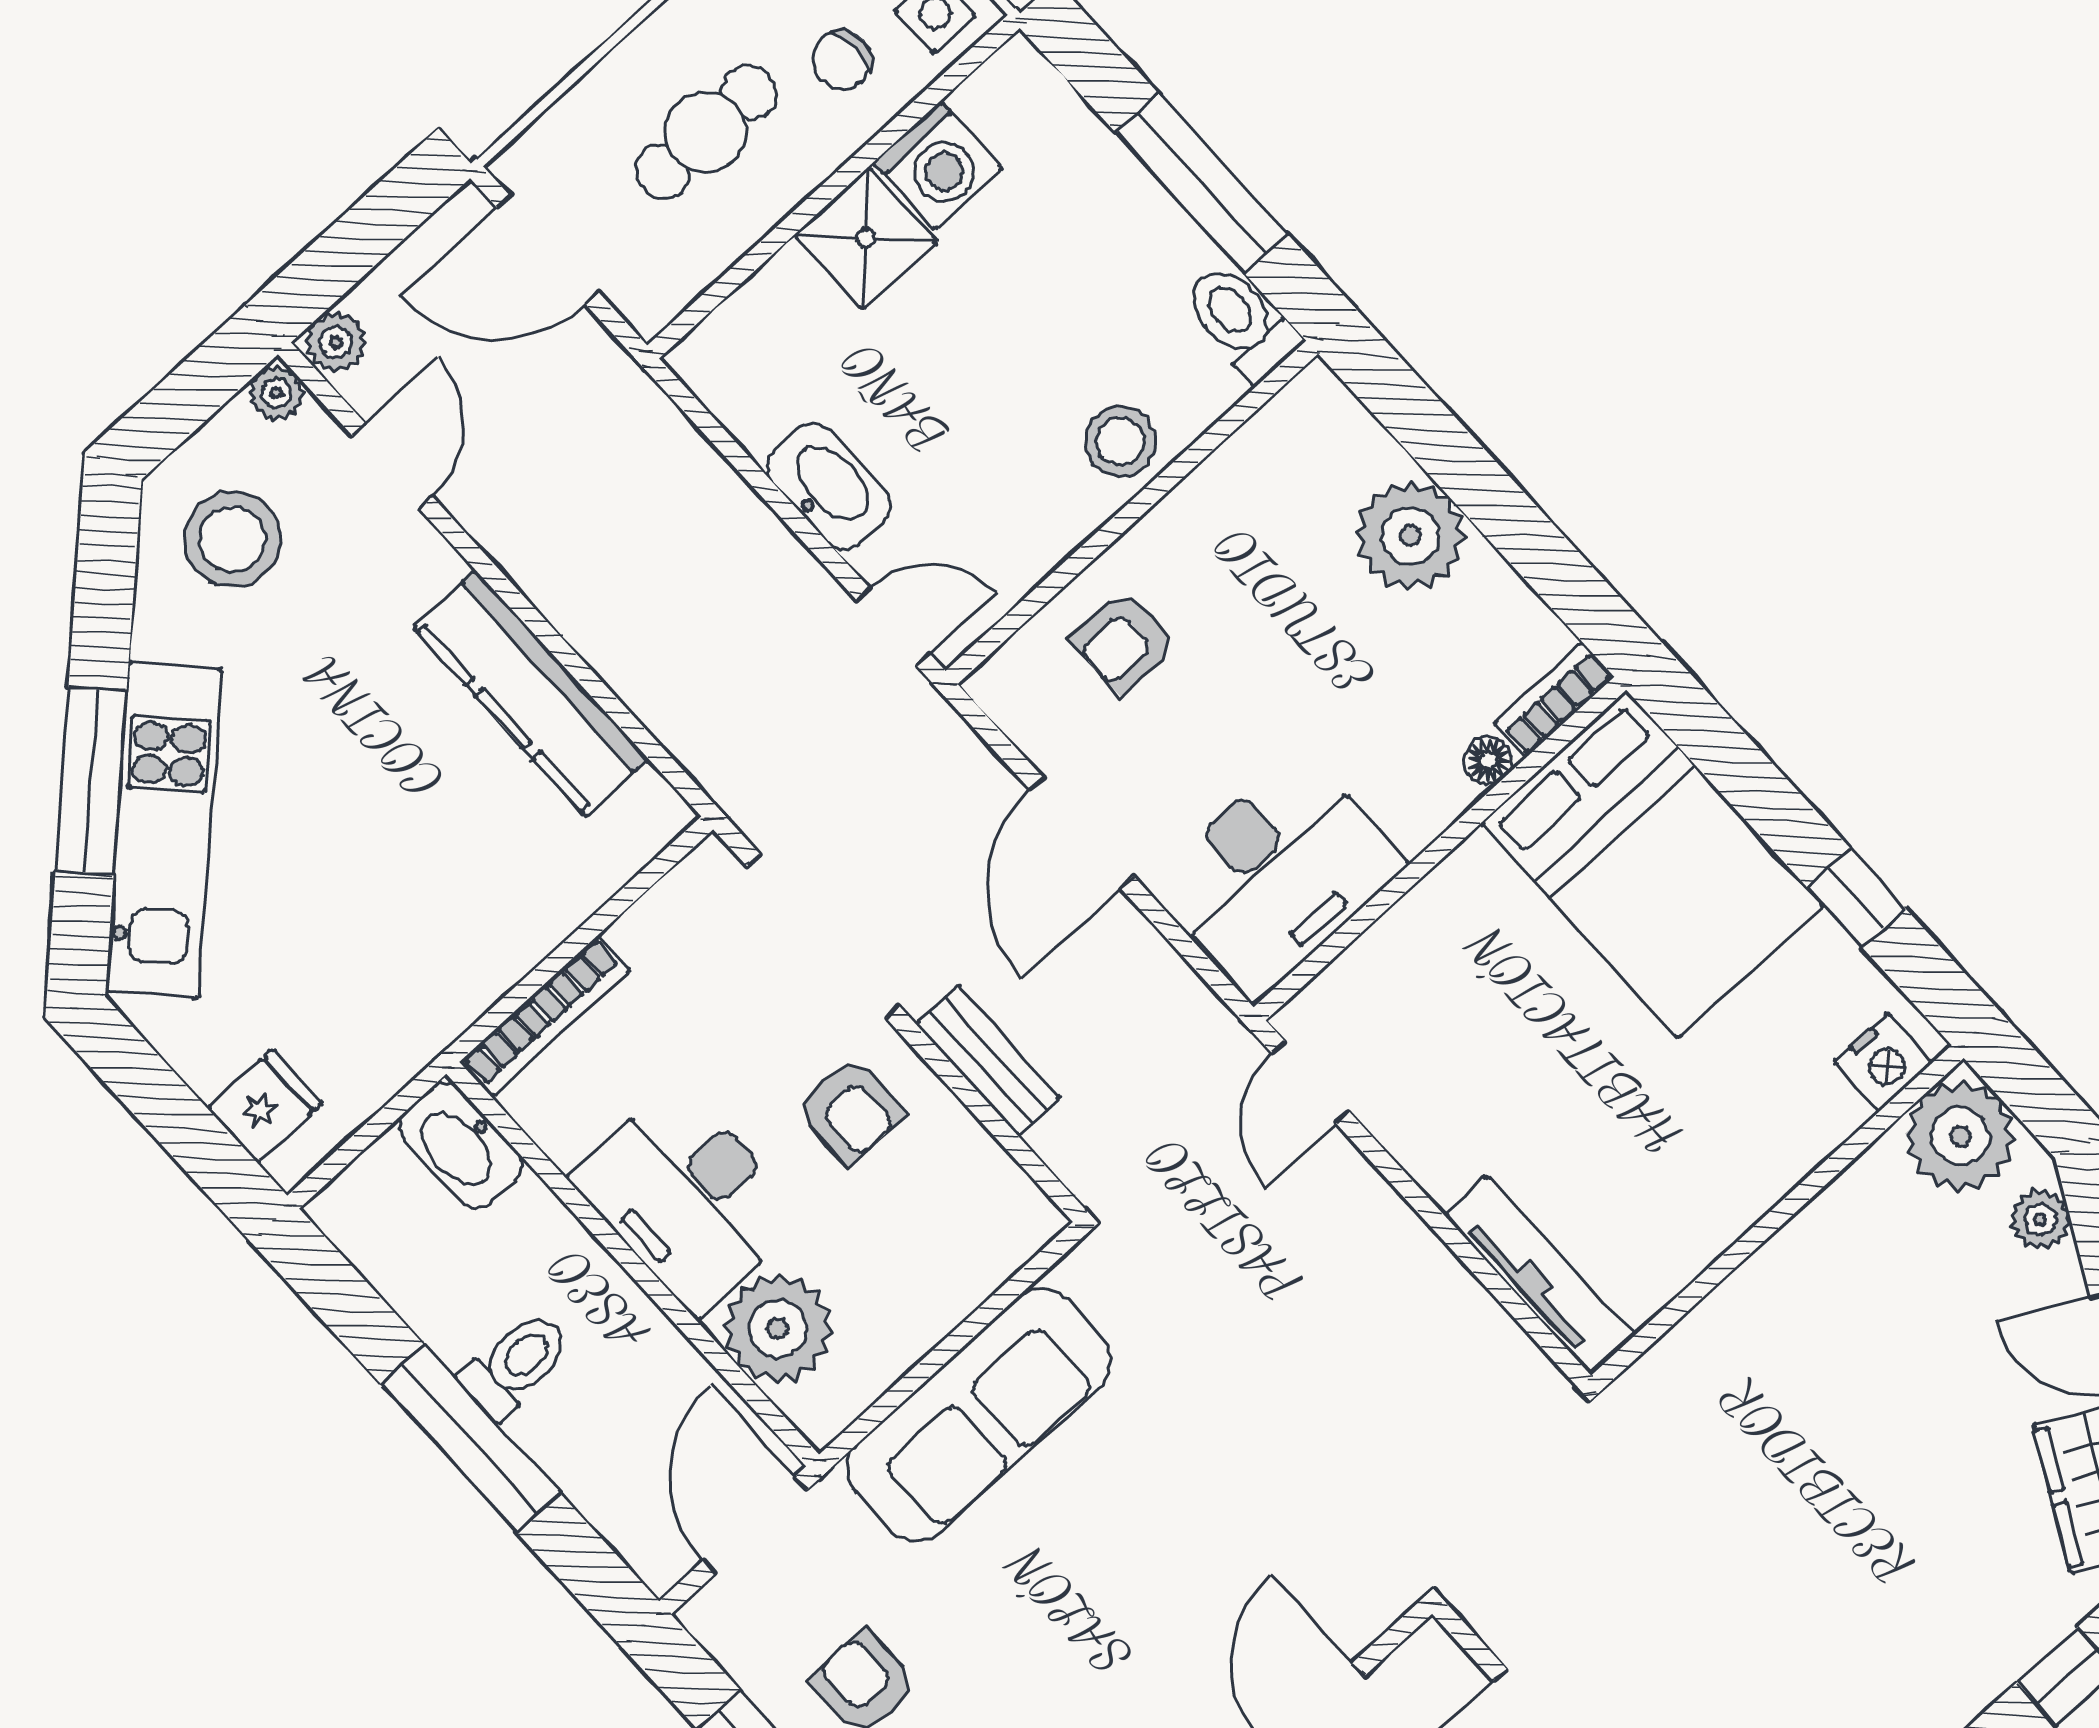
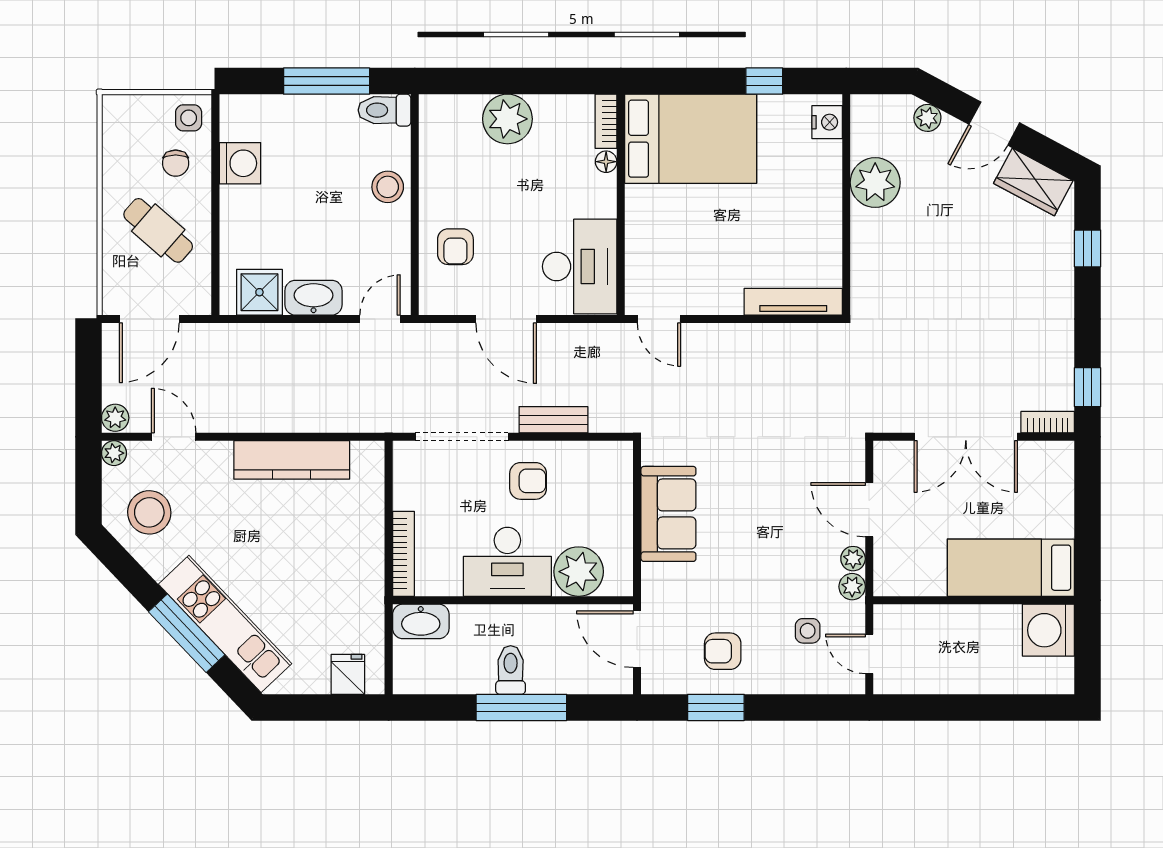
cafe table: (706, 132) -> (158, 230), turned -49
shower: (866, 238) -> (259, 292), moved
plant: (1960, 1136) -> (875, 183), moved
sofa: (978, 1415) -> (668, 514), width x0.73

